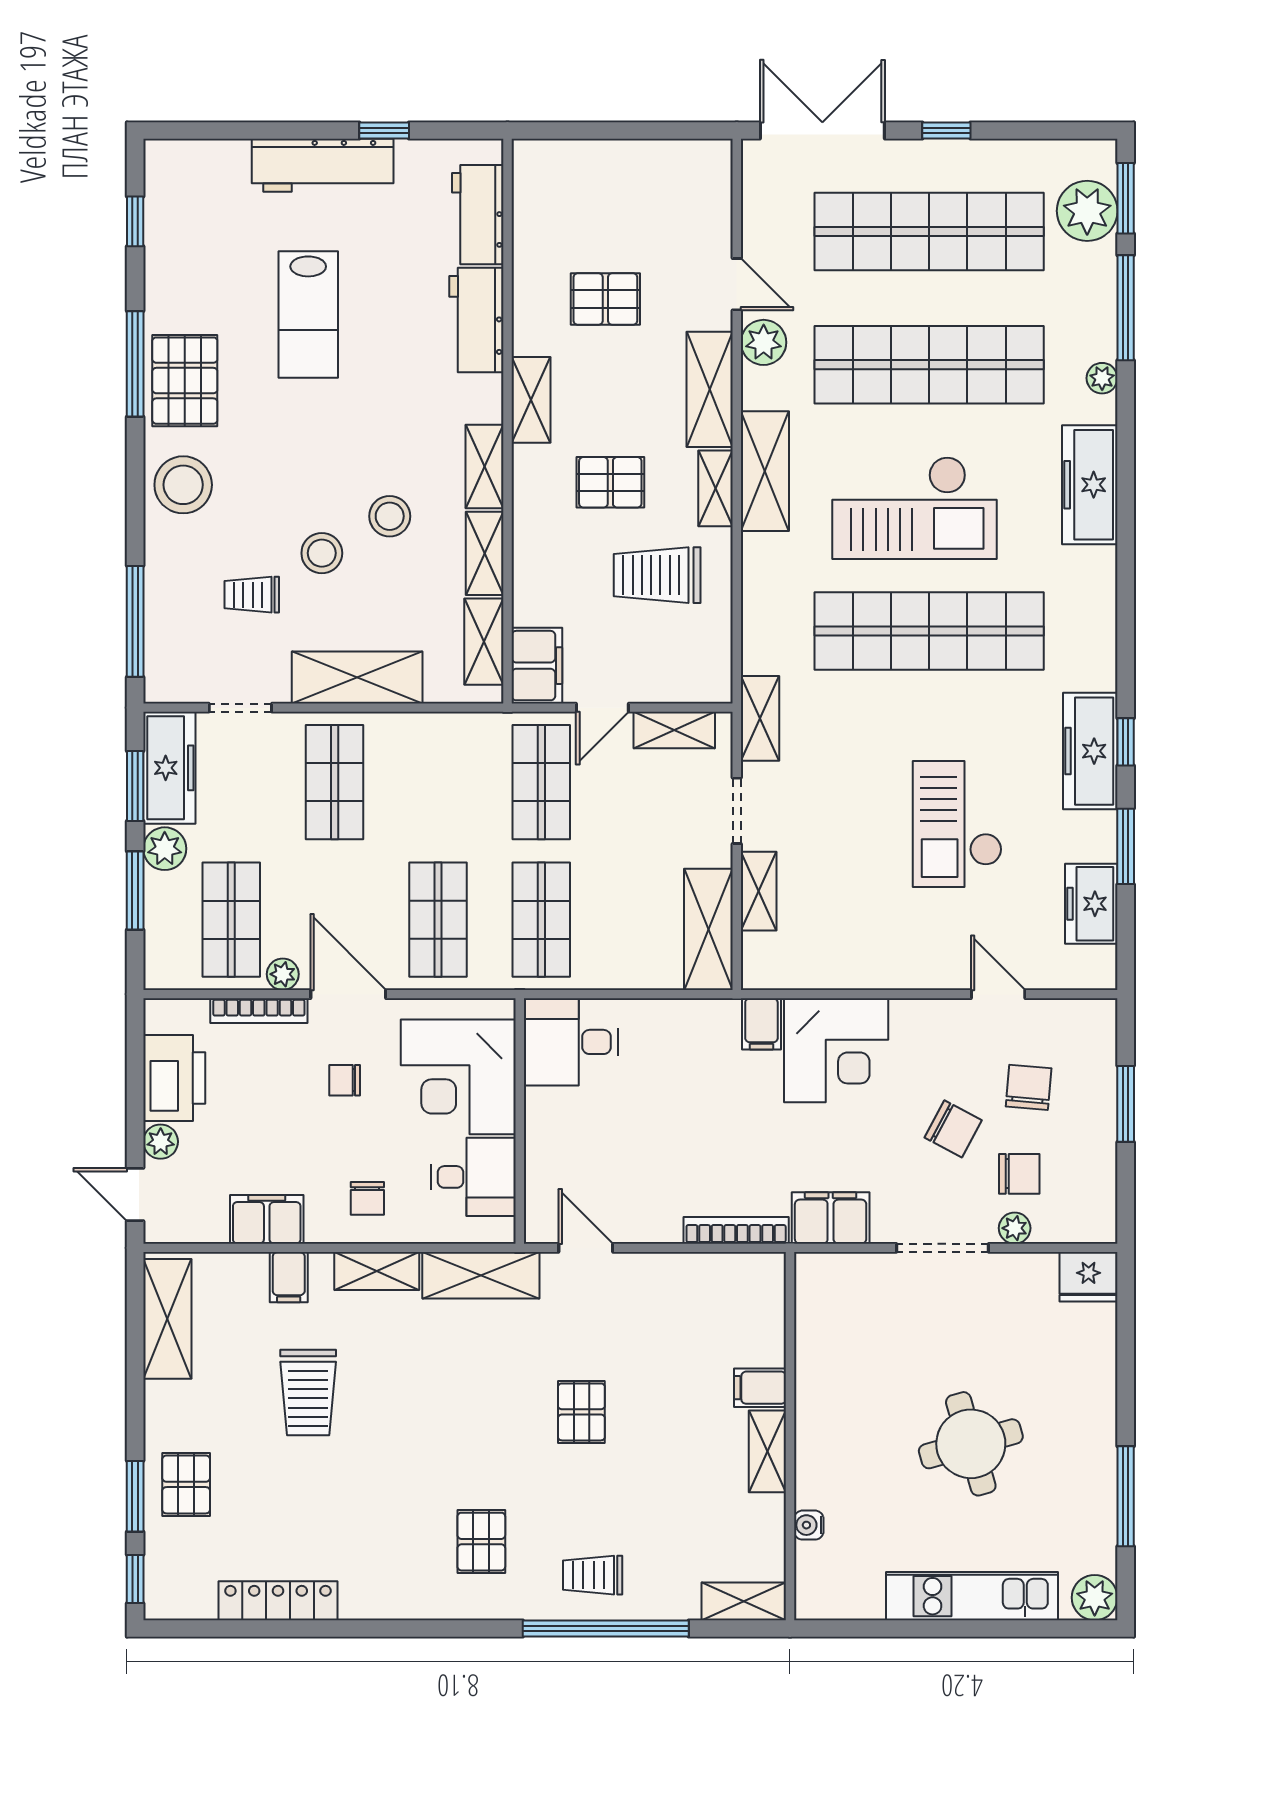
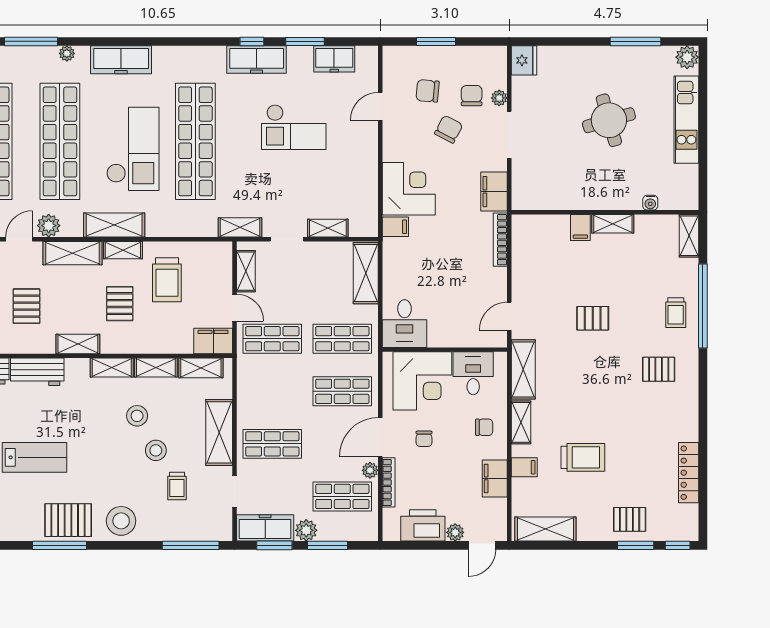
shelving: (708, 929) -> (366, 273), moved, turned 90

